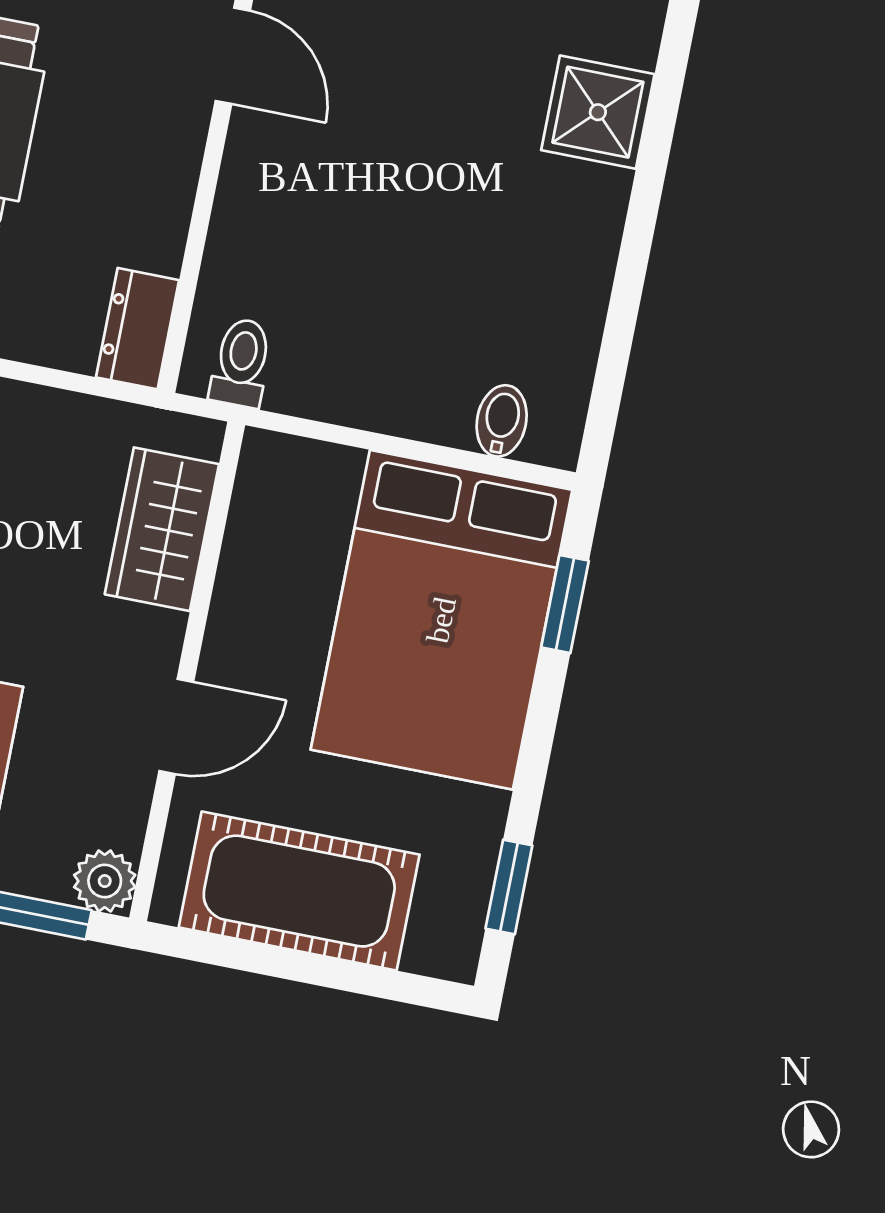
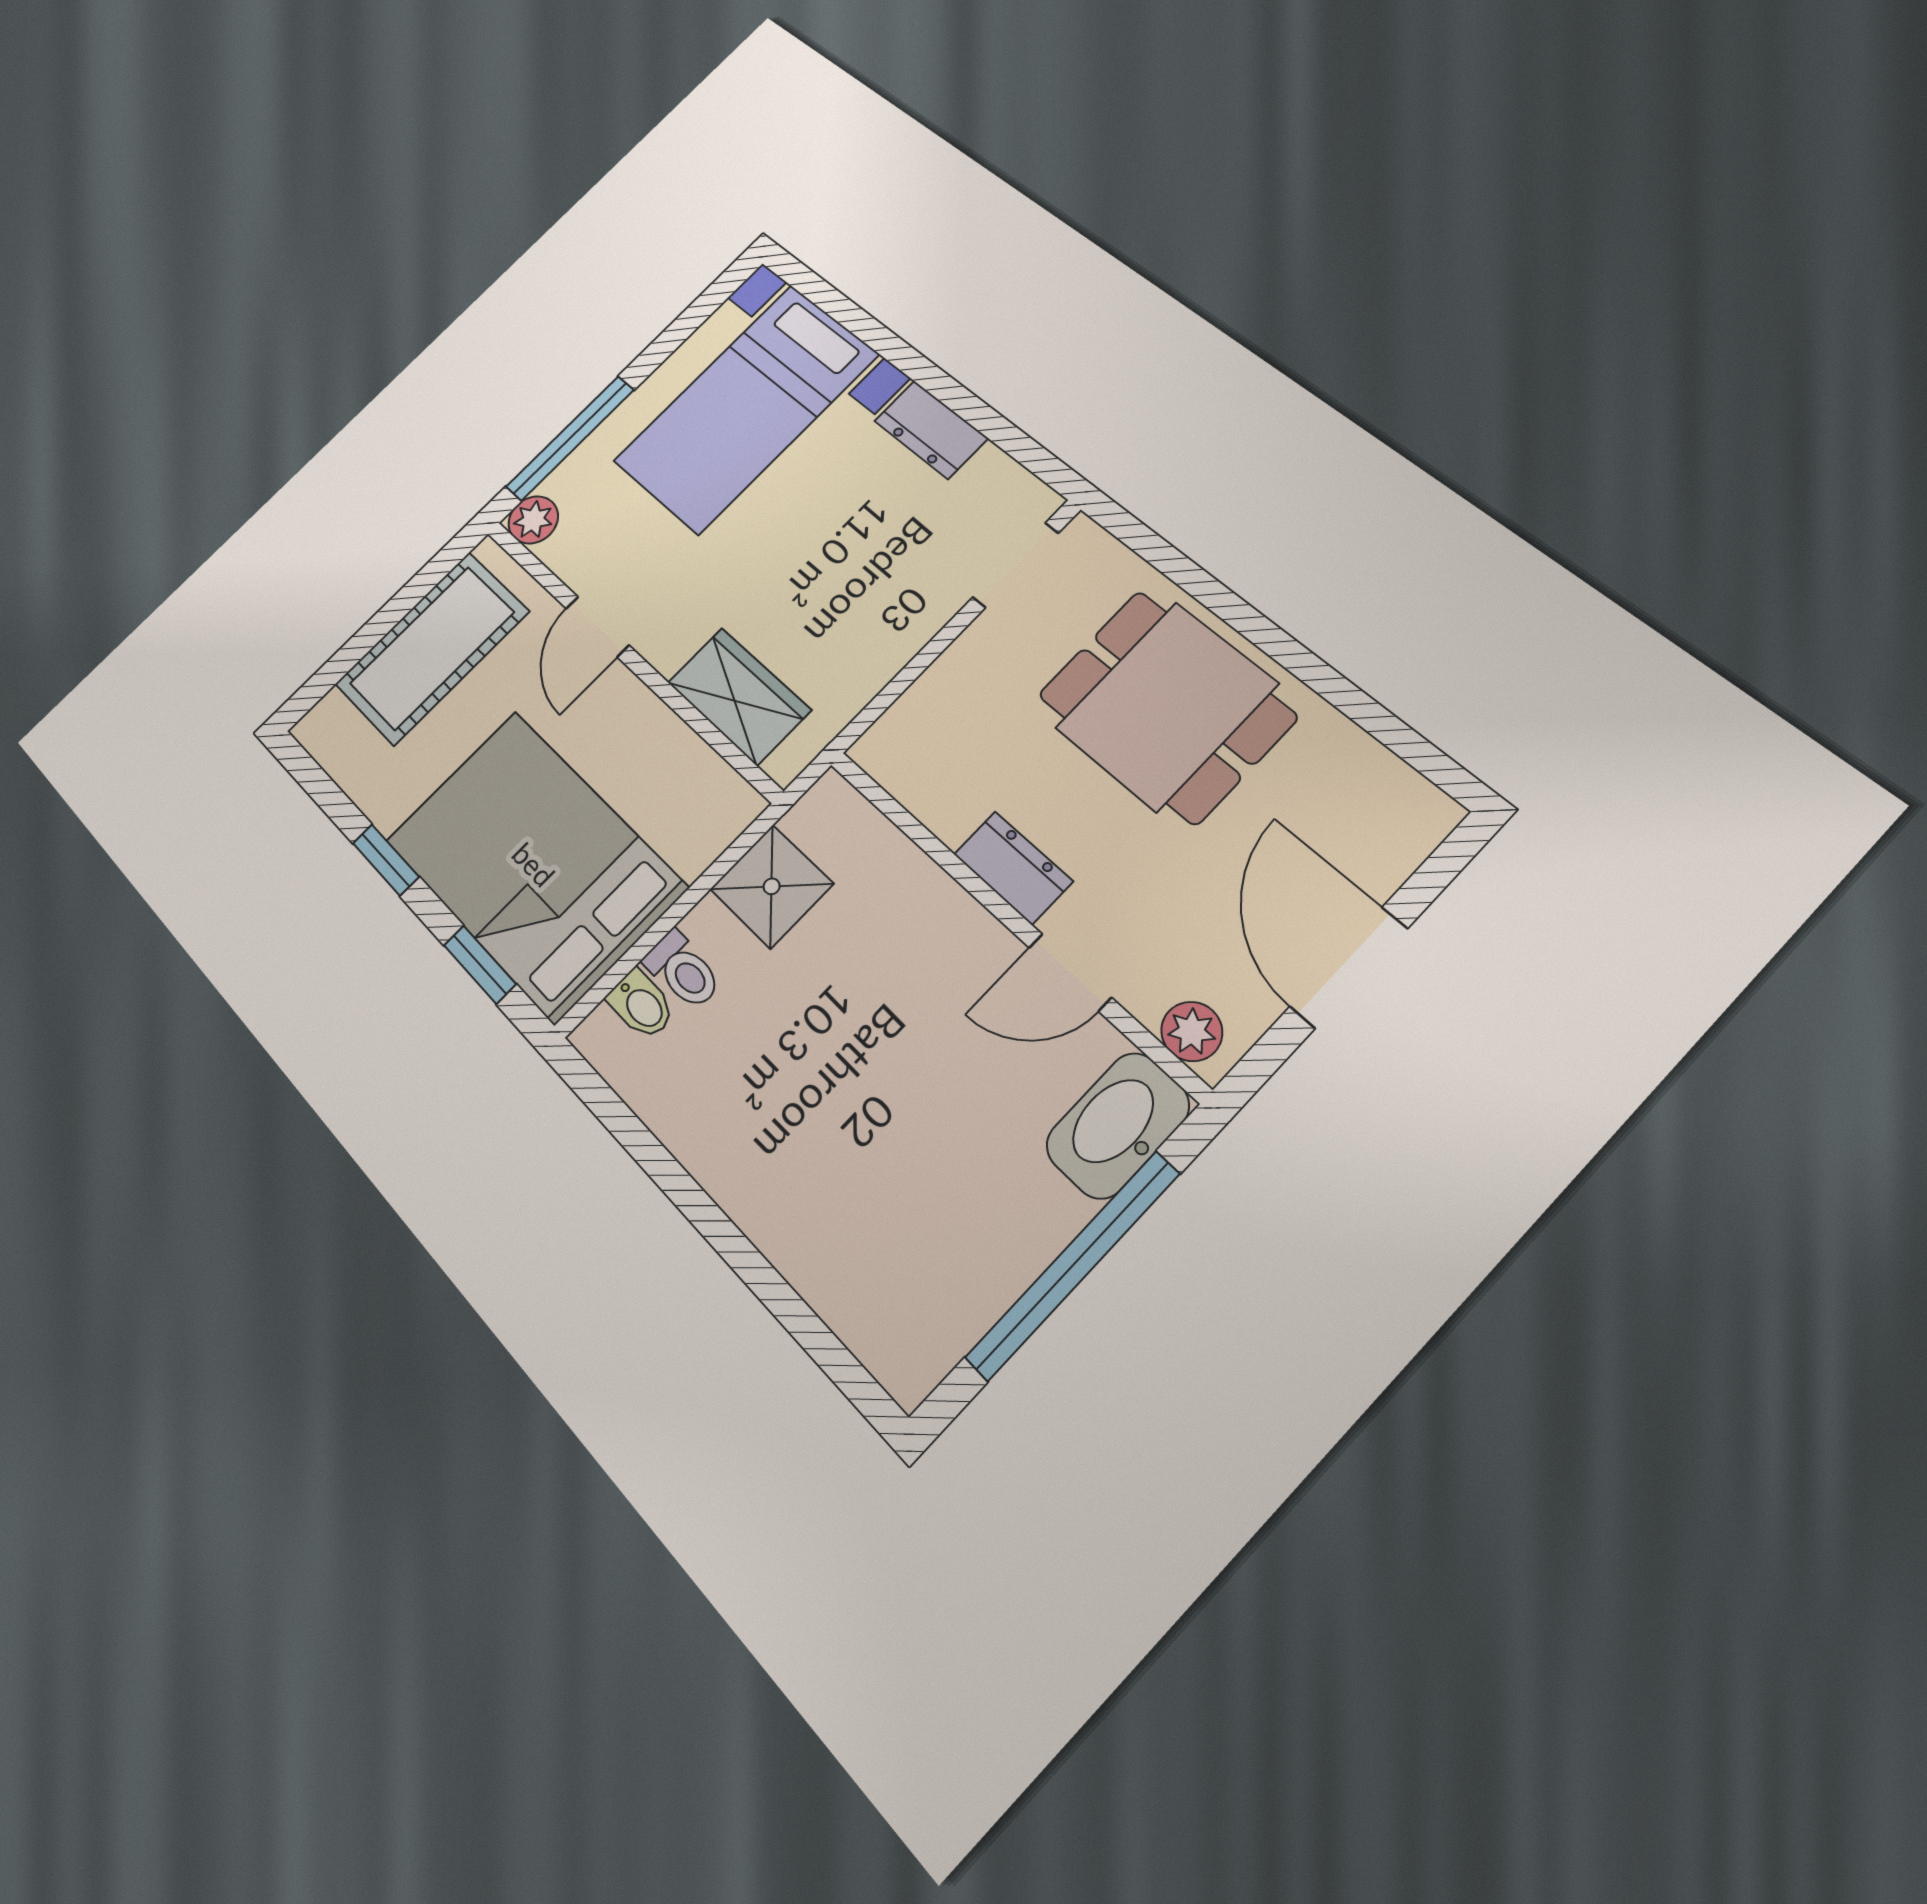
shower: (598, 112) -> (772, 886), moved
dresser: (138, 329) -> (1013, 868), moved
toilet: (241, 363) -> (683, 970), moved
window: (509, 887) -> (386, 860), moved

